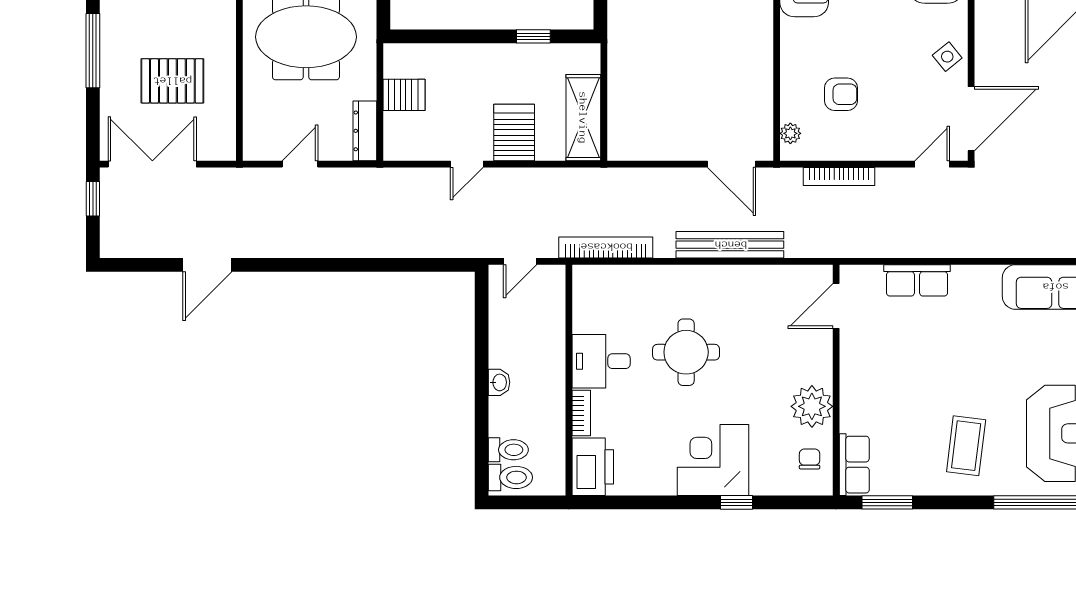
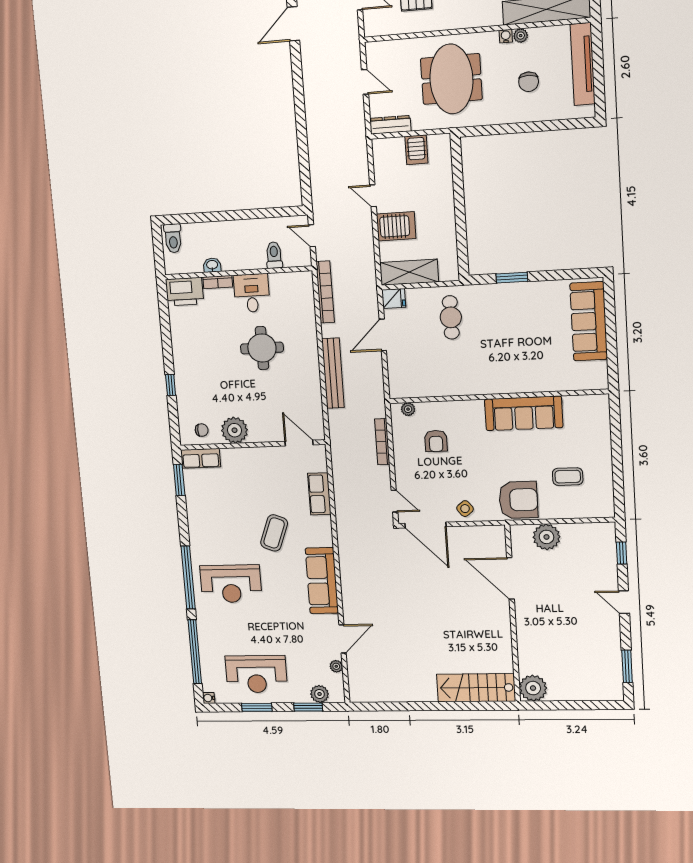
window: (533, 36) -> (461, 235), removed
cafe table: (654, 60) -> (451, 317), added
fridge: (622, 144) -> (394, 299), added
door: (732, 164) -> (383, 335), moved
door: (207, 265) -> (293, 24), hinge flipped
washbasin: (499, 382) -> (212, 265), moved, turned 180
coffee table: (966, 446) -> (274, 533), moved, turned -76
toilet: (508, 450) -> (274, 255), moved, turned 180
corner desk: (713, 460) -> (196, 369), removed

